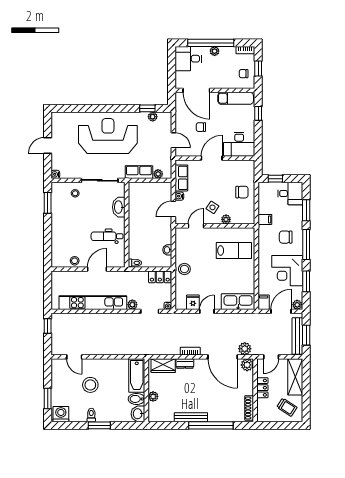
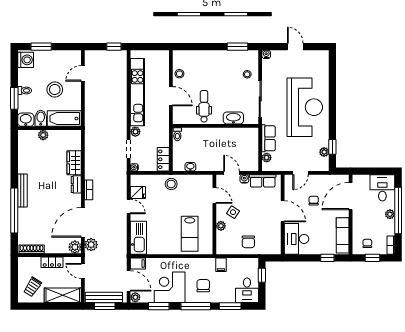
bathtub: (137, 375) -> (64, 118), moved
wall: (146, 390) -> (49, 128), moved
plant: (153, 396) -> (43, 135), moved
bidet: (136, 399) -> (41, 118), moved
washbasin: (138, 414) -> (26, 120), moved

